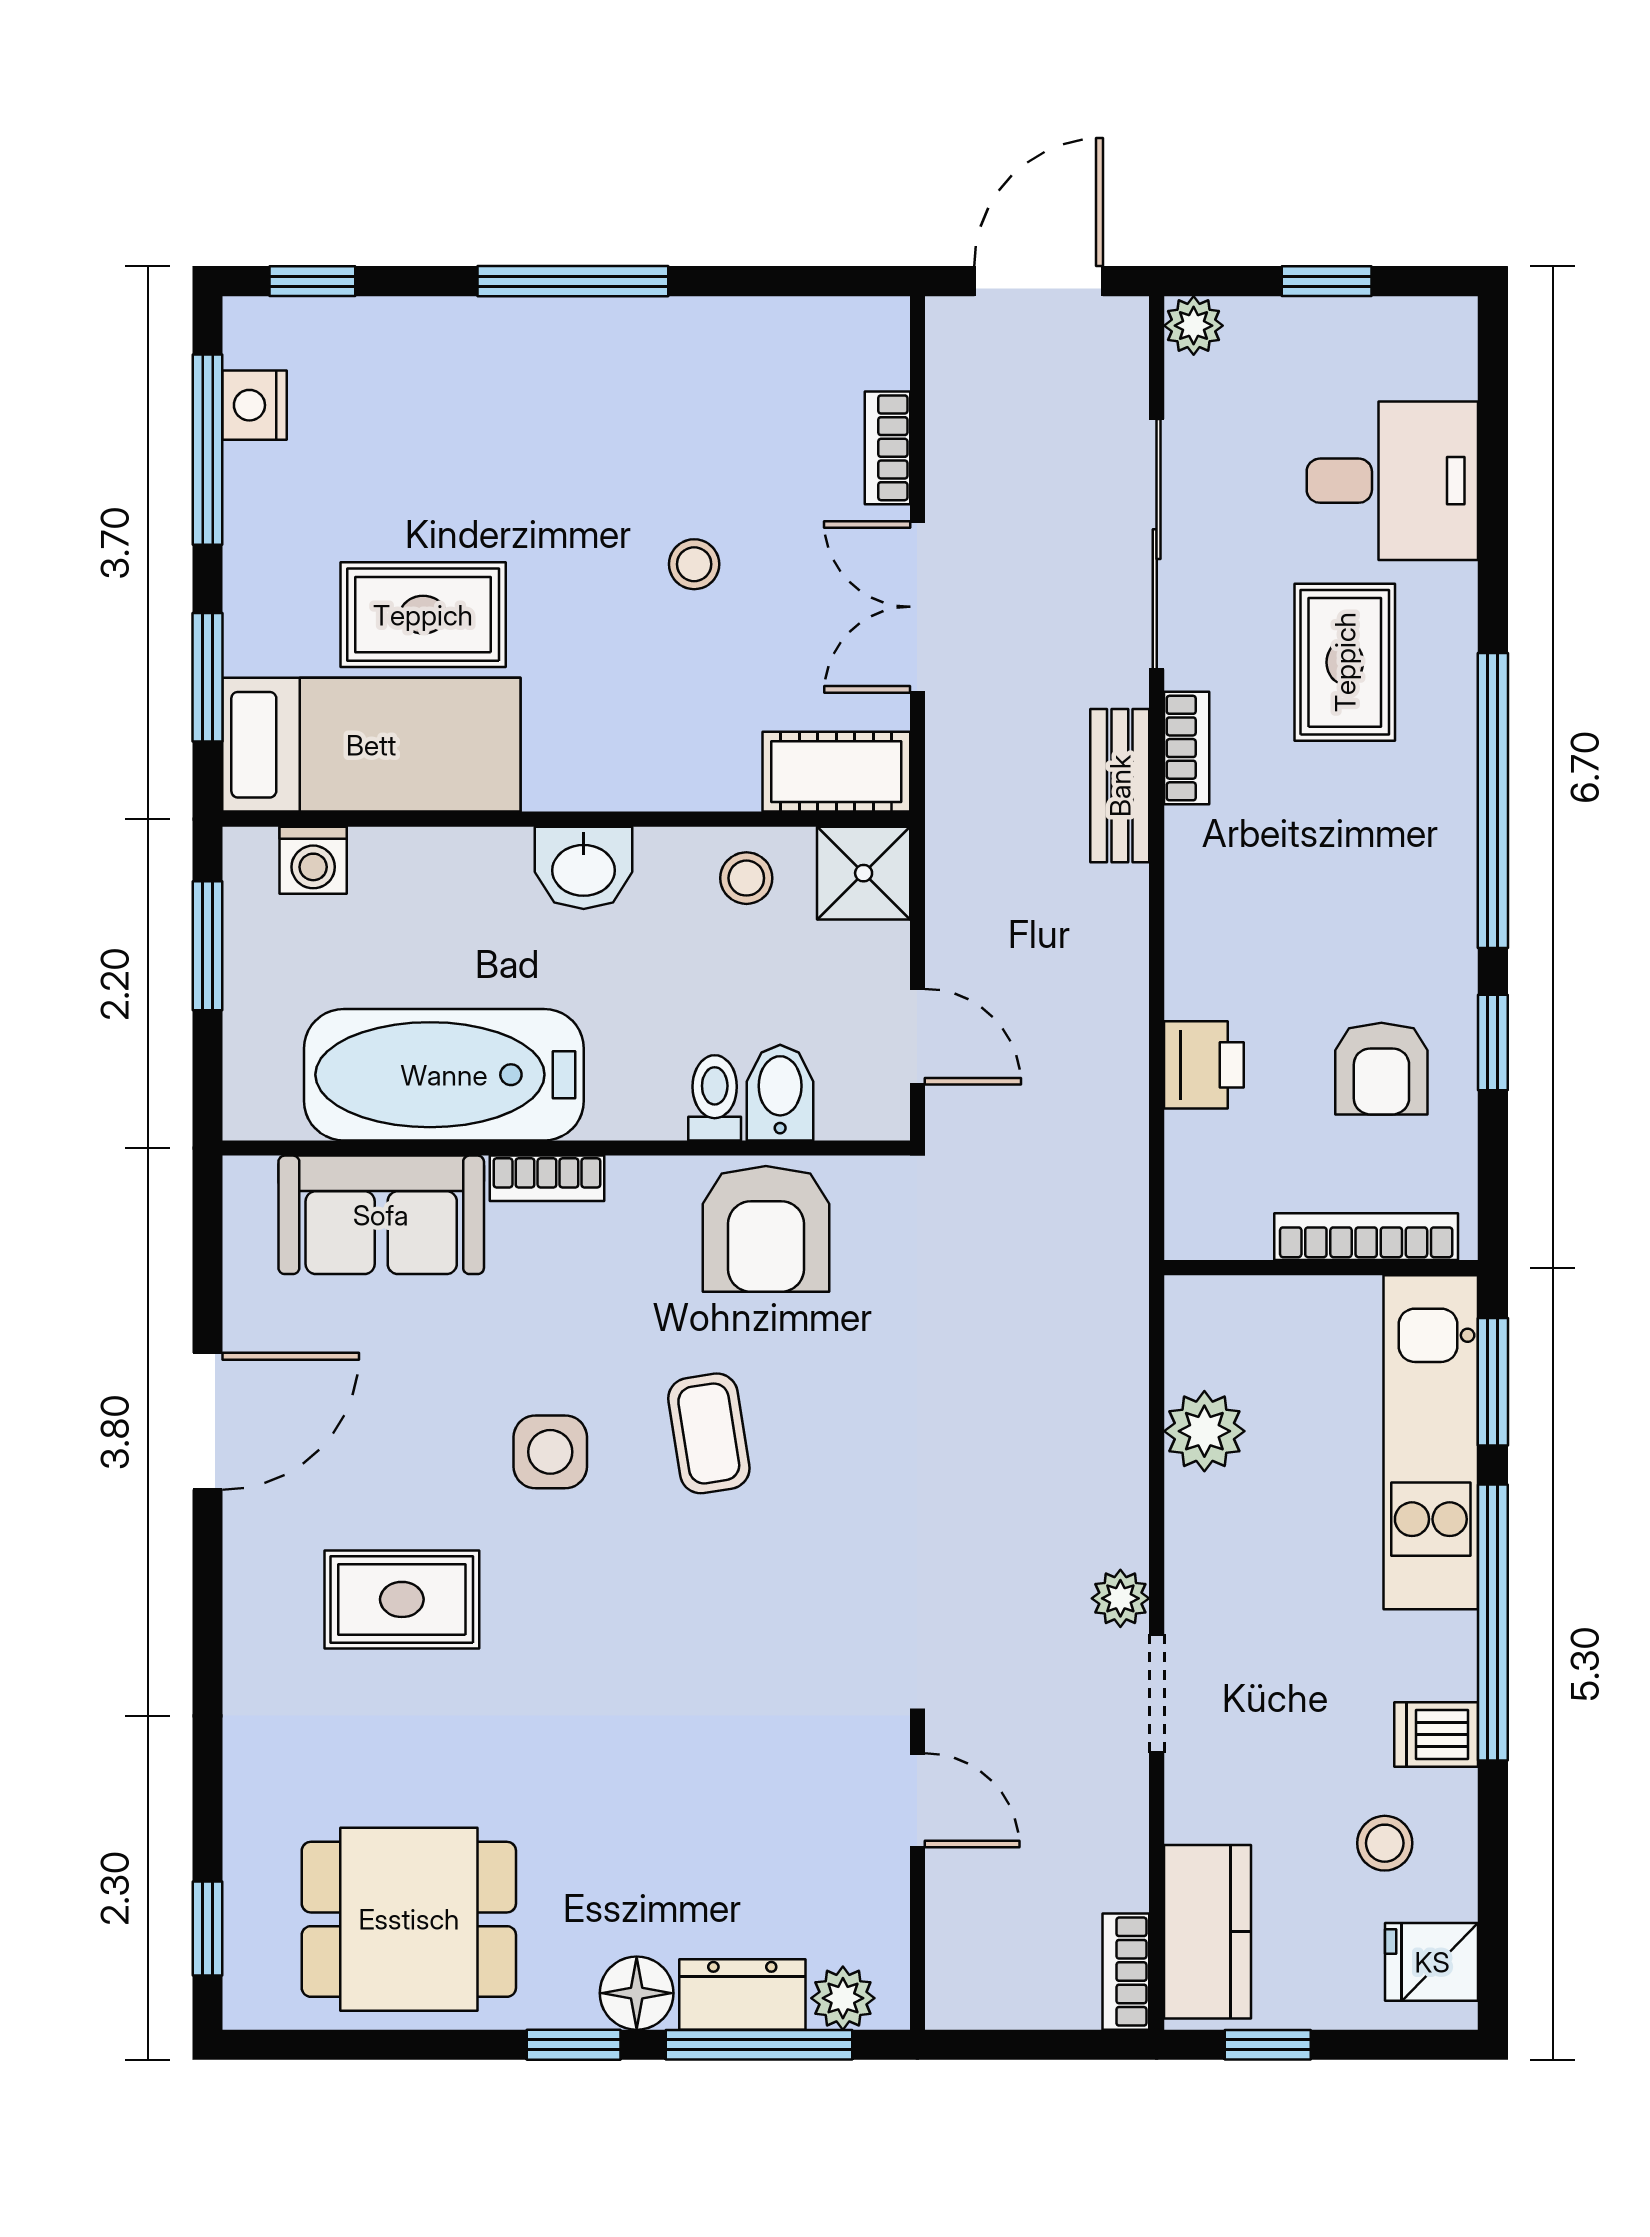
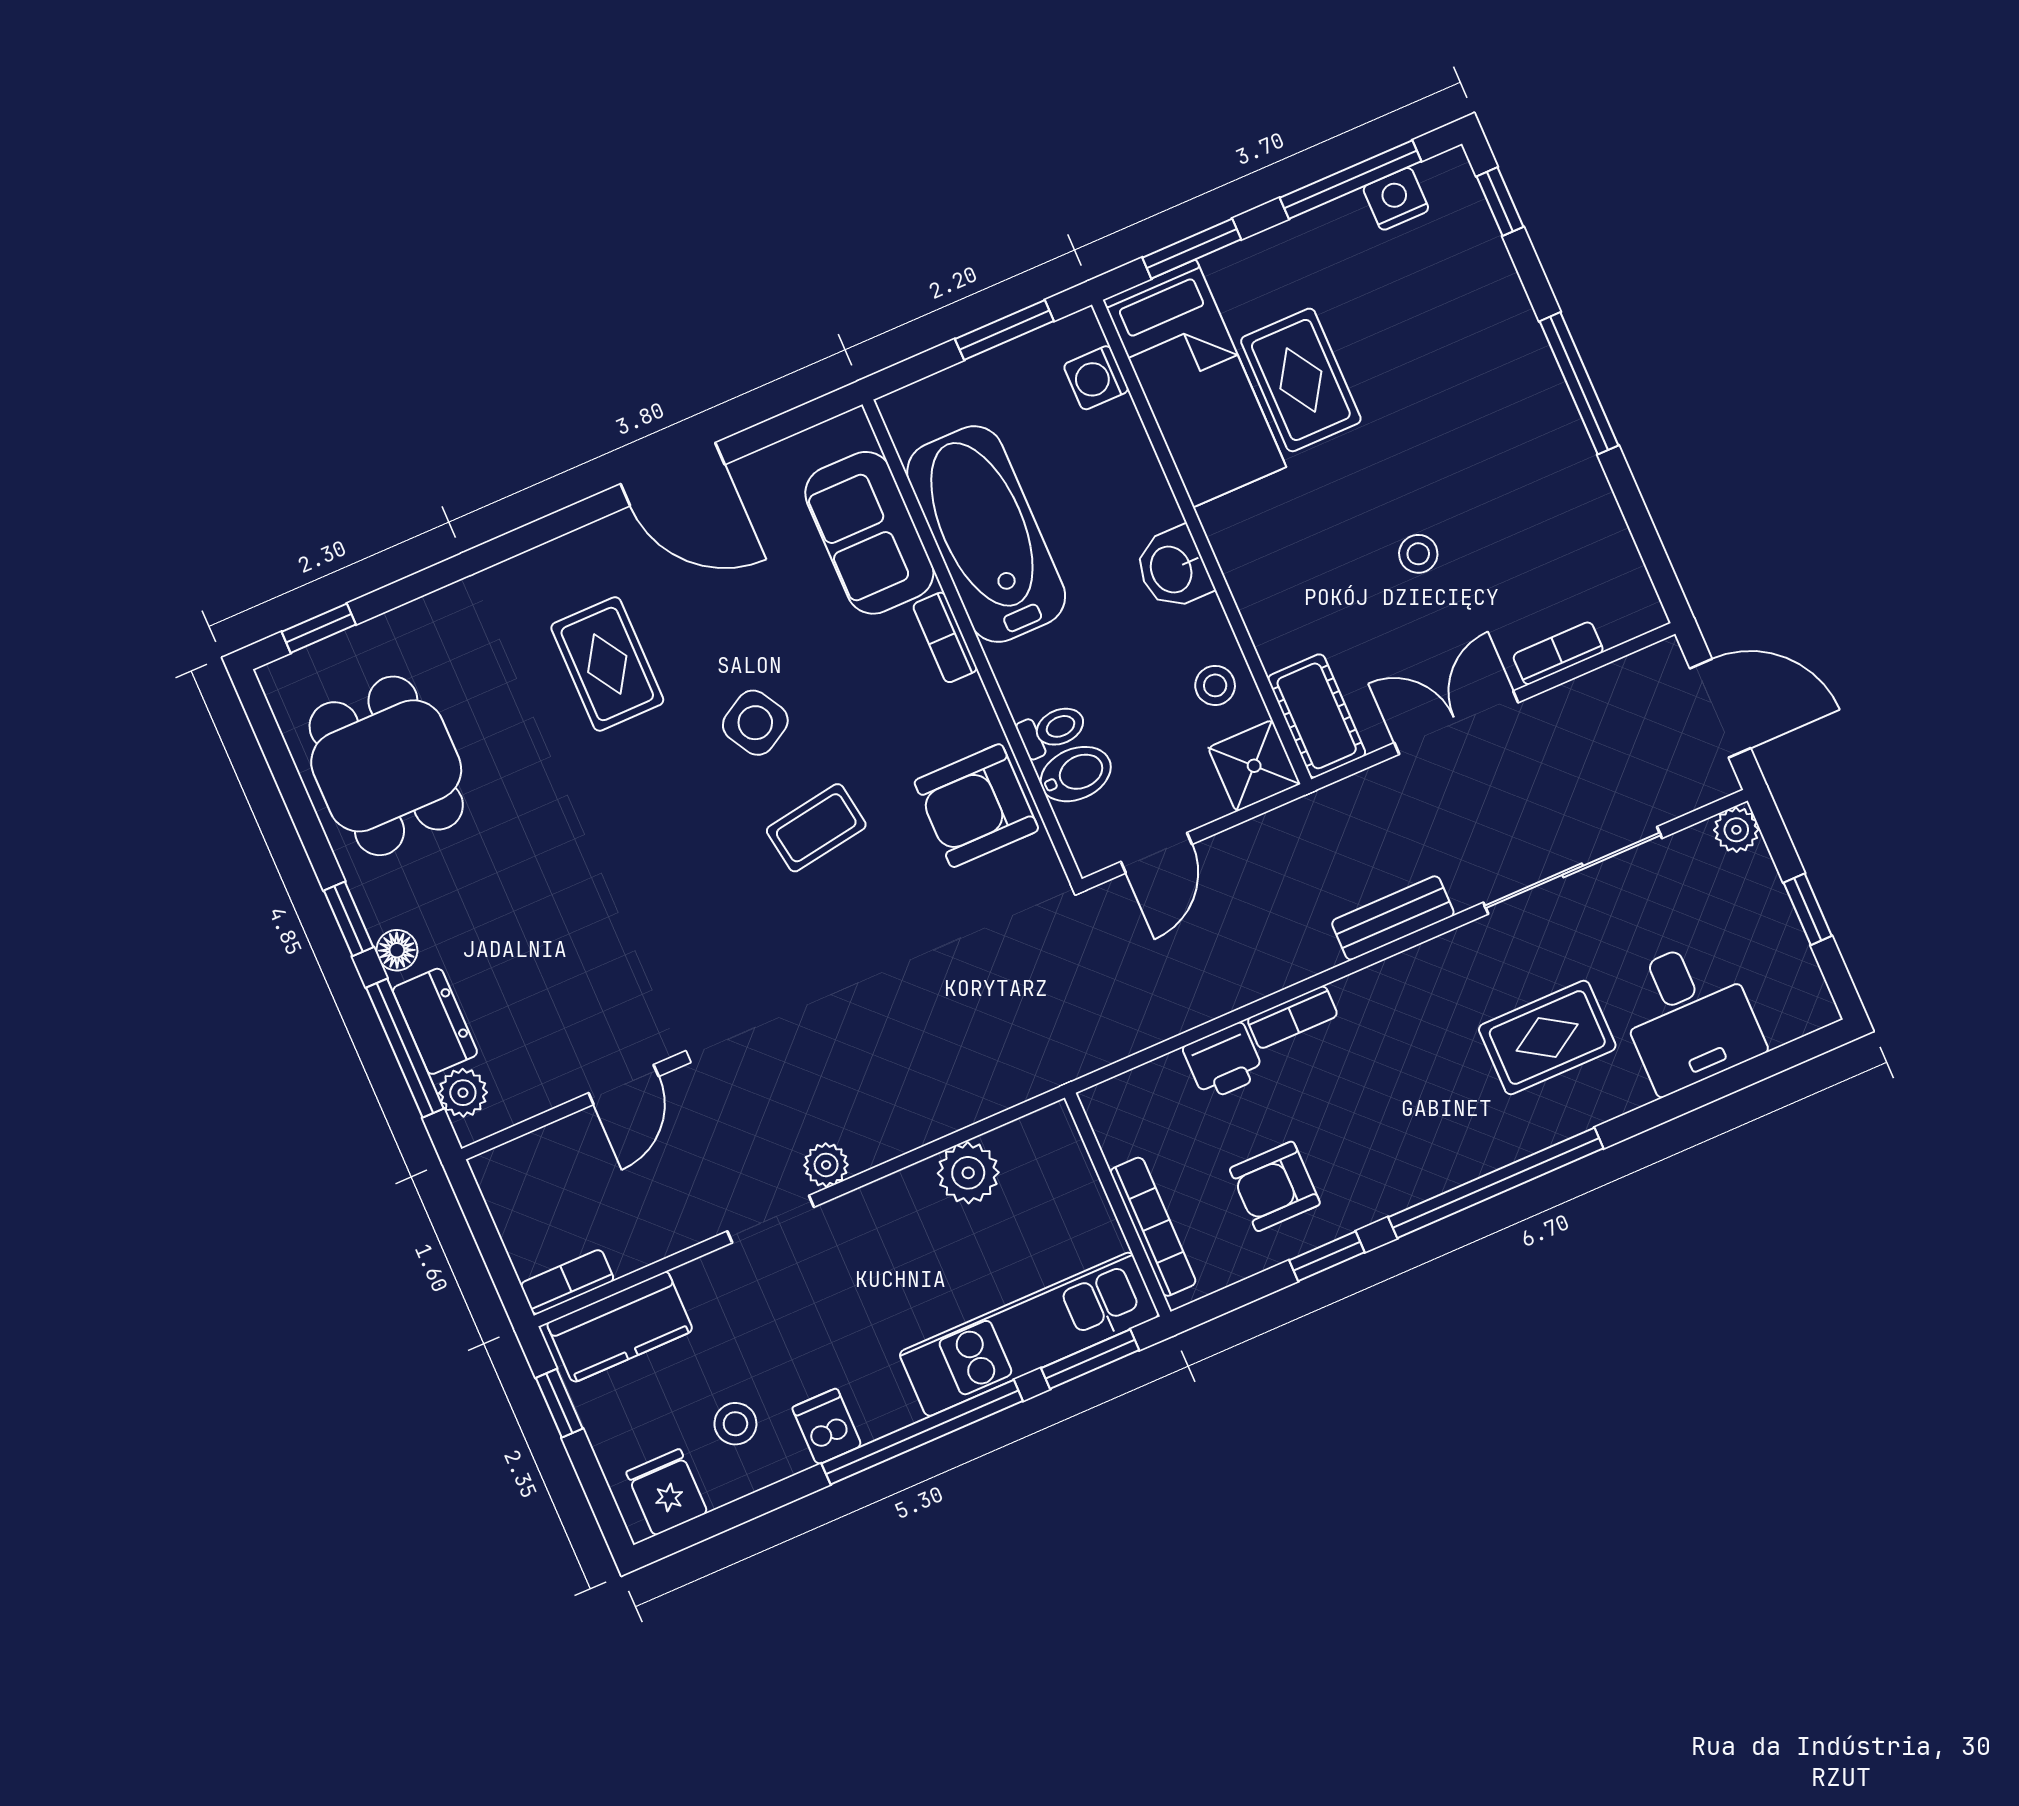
bookcase: (1187, 748) -> (1292, 1017), moved
side table: (550, 1452) -> (755, 723), turned -30
floor lamp: (637, 1993) -> (397, 950), width x0.73, depth x0.73

